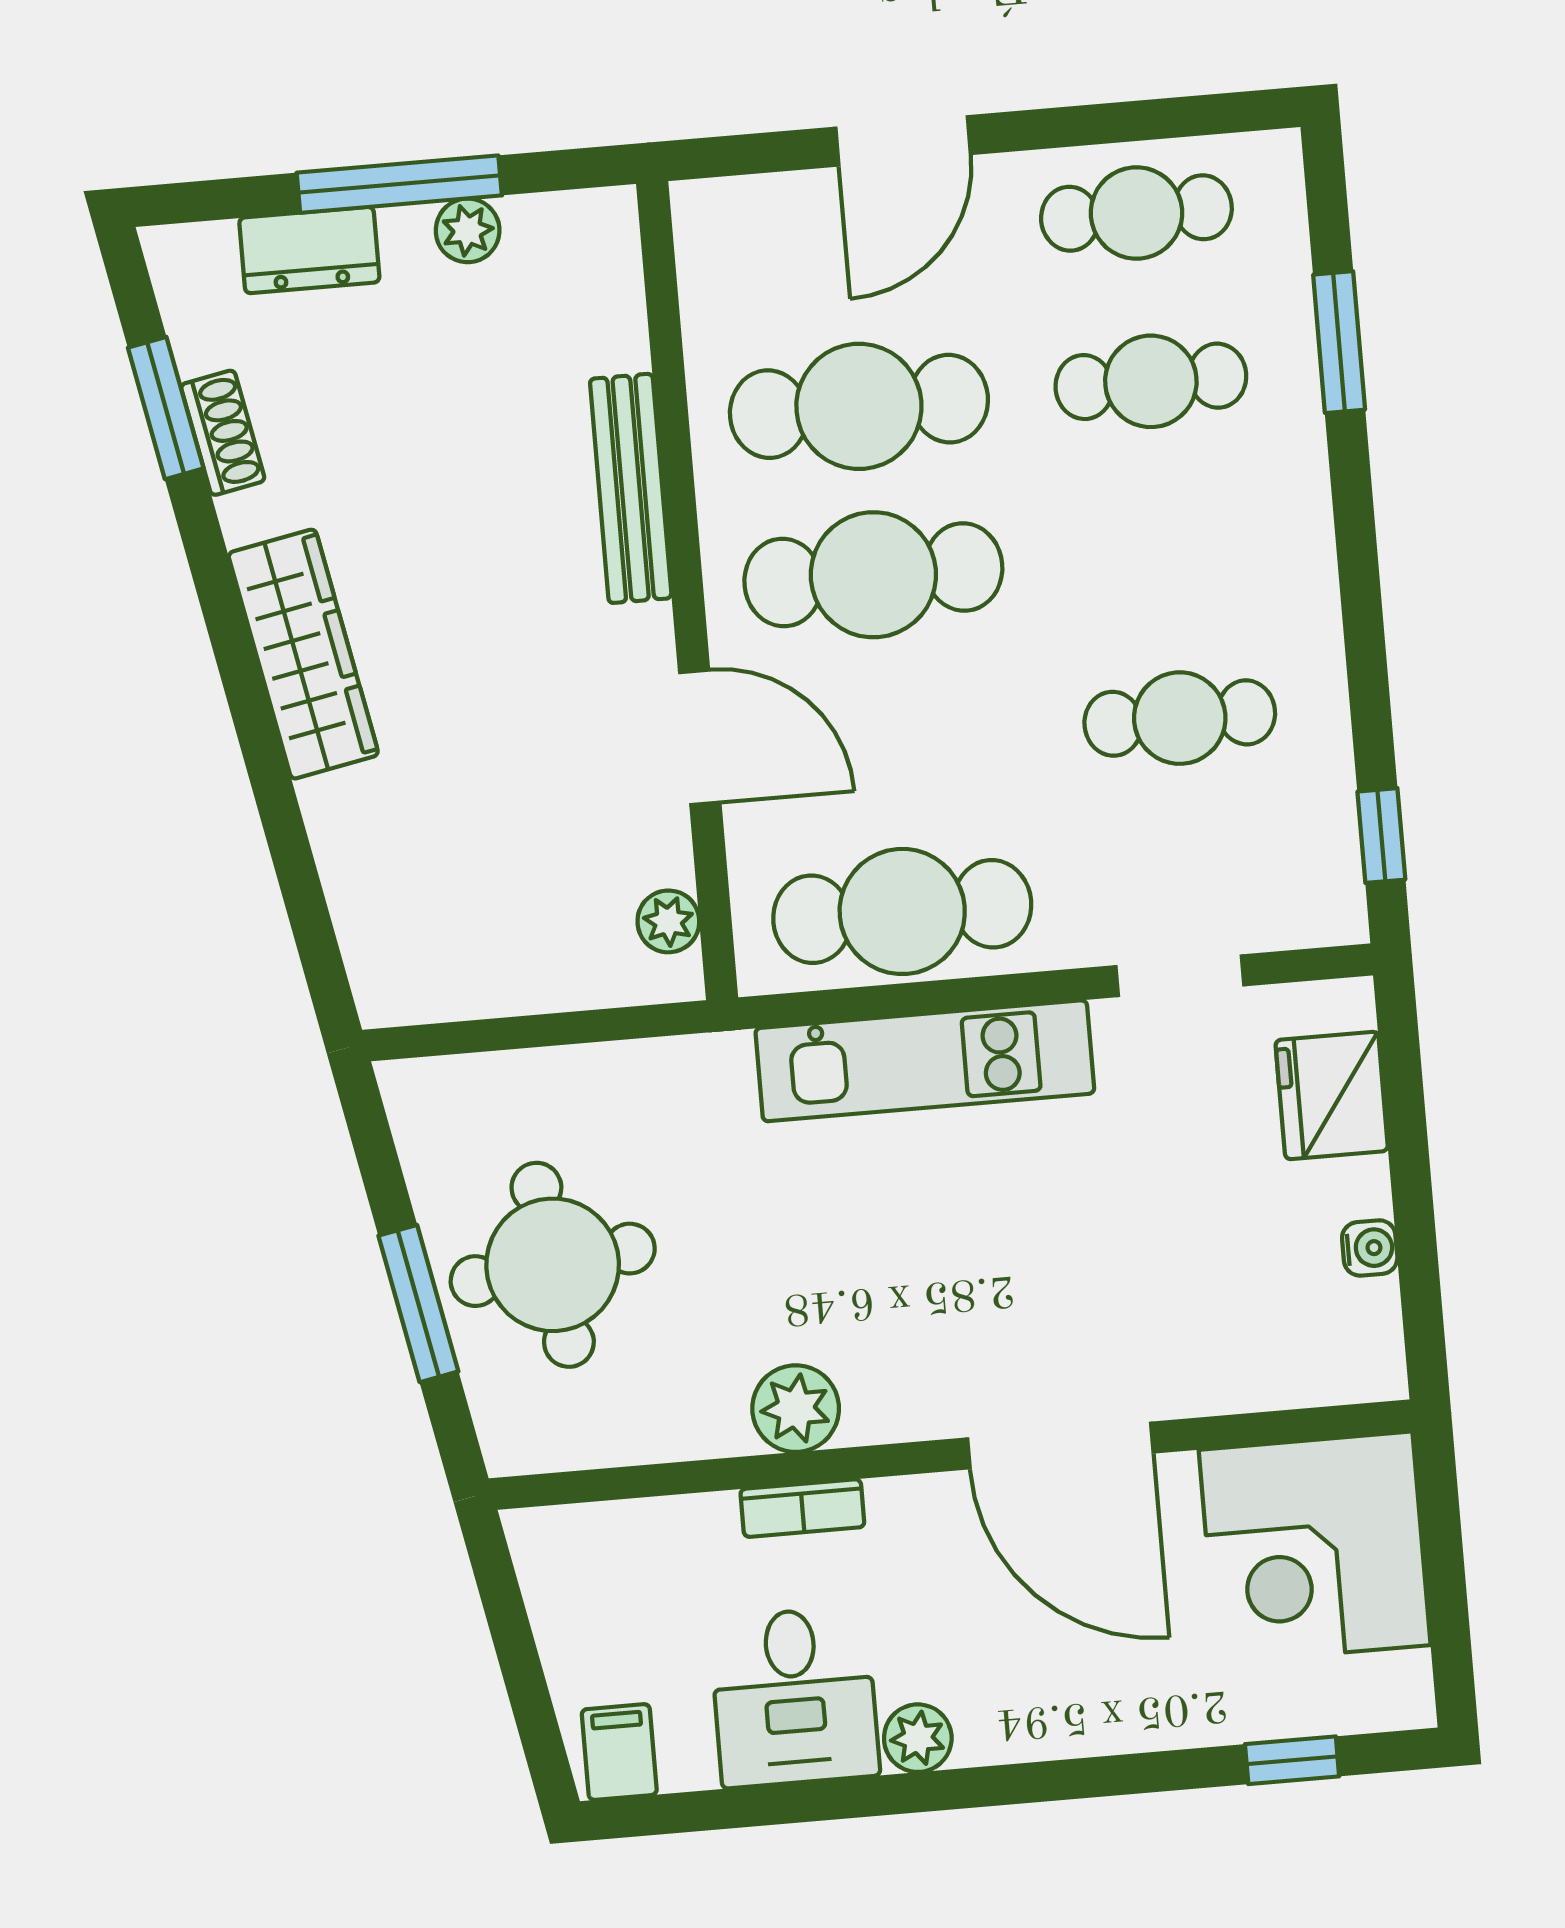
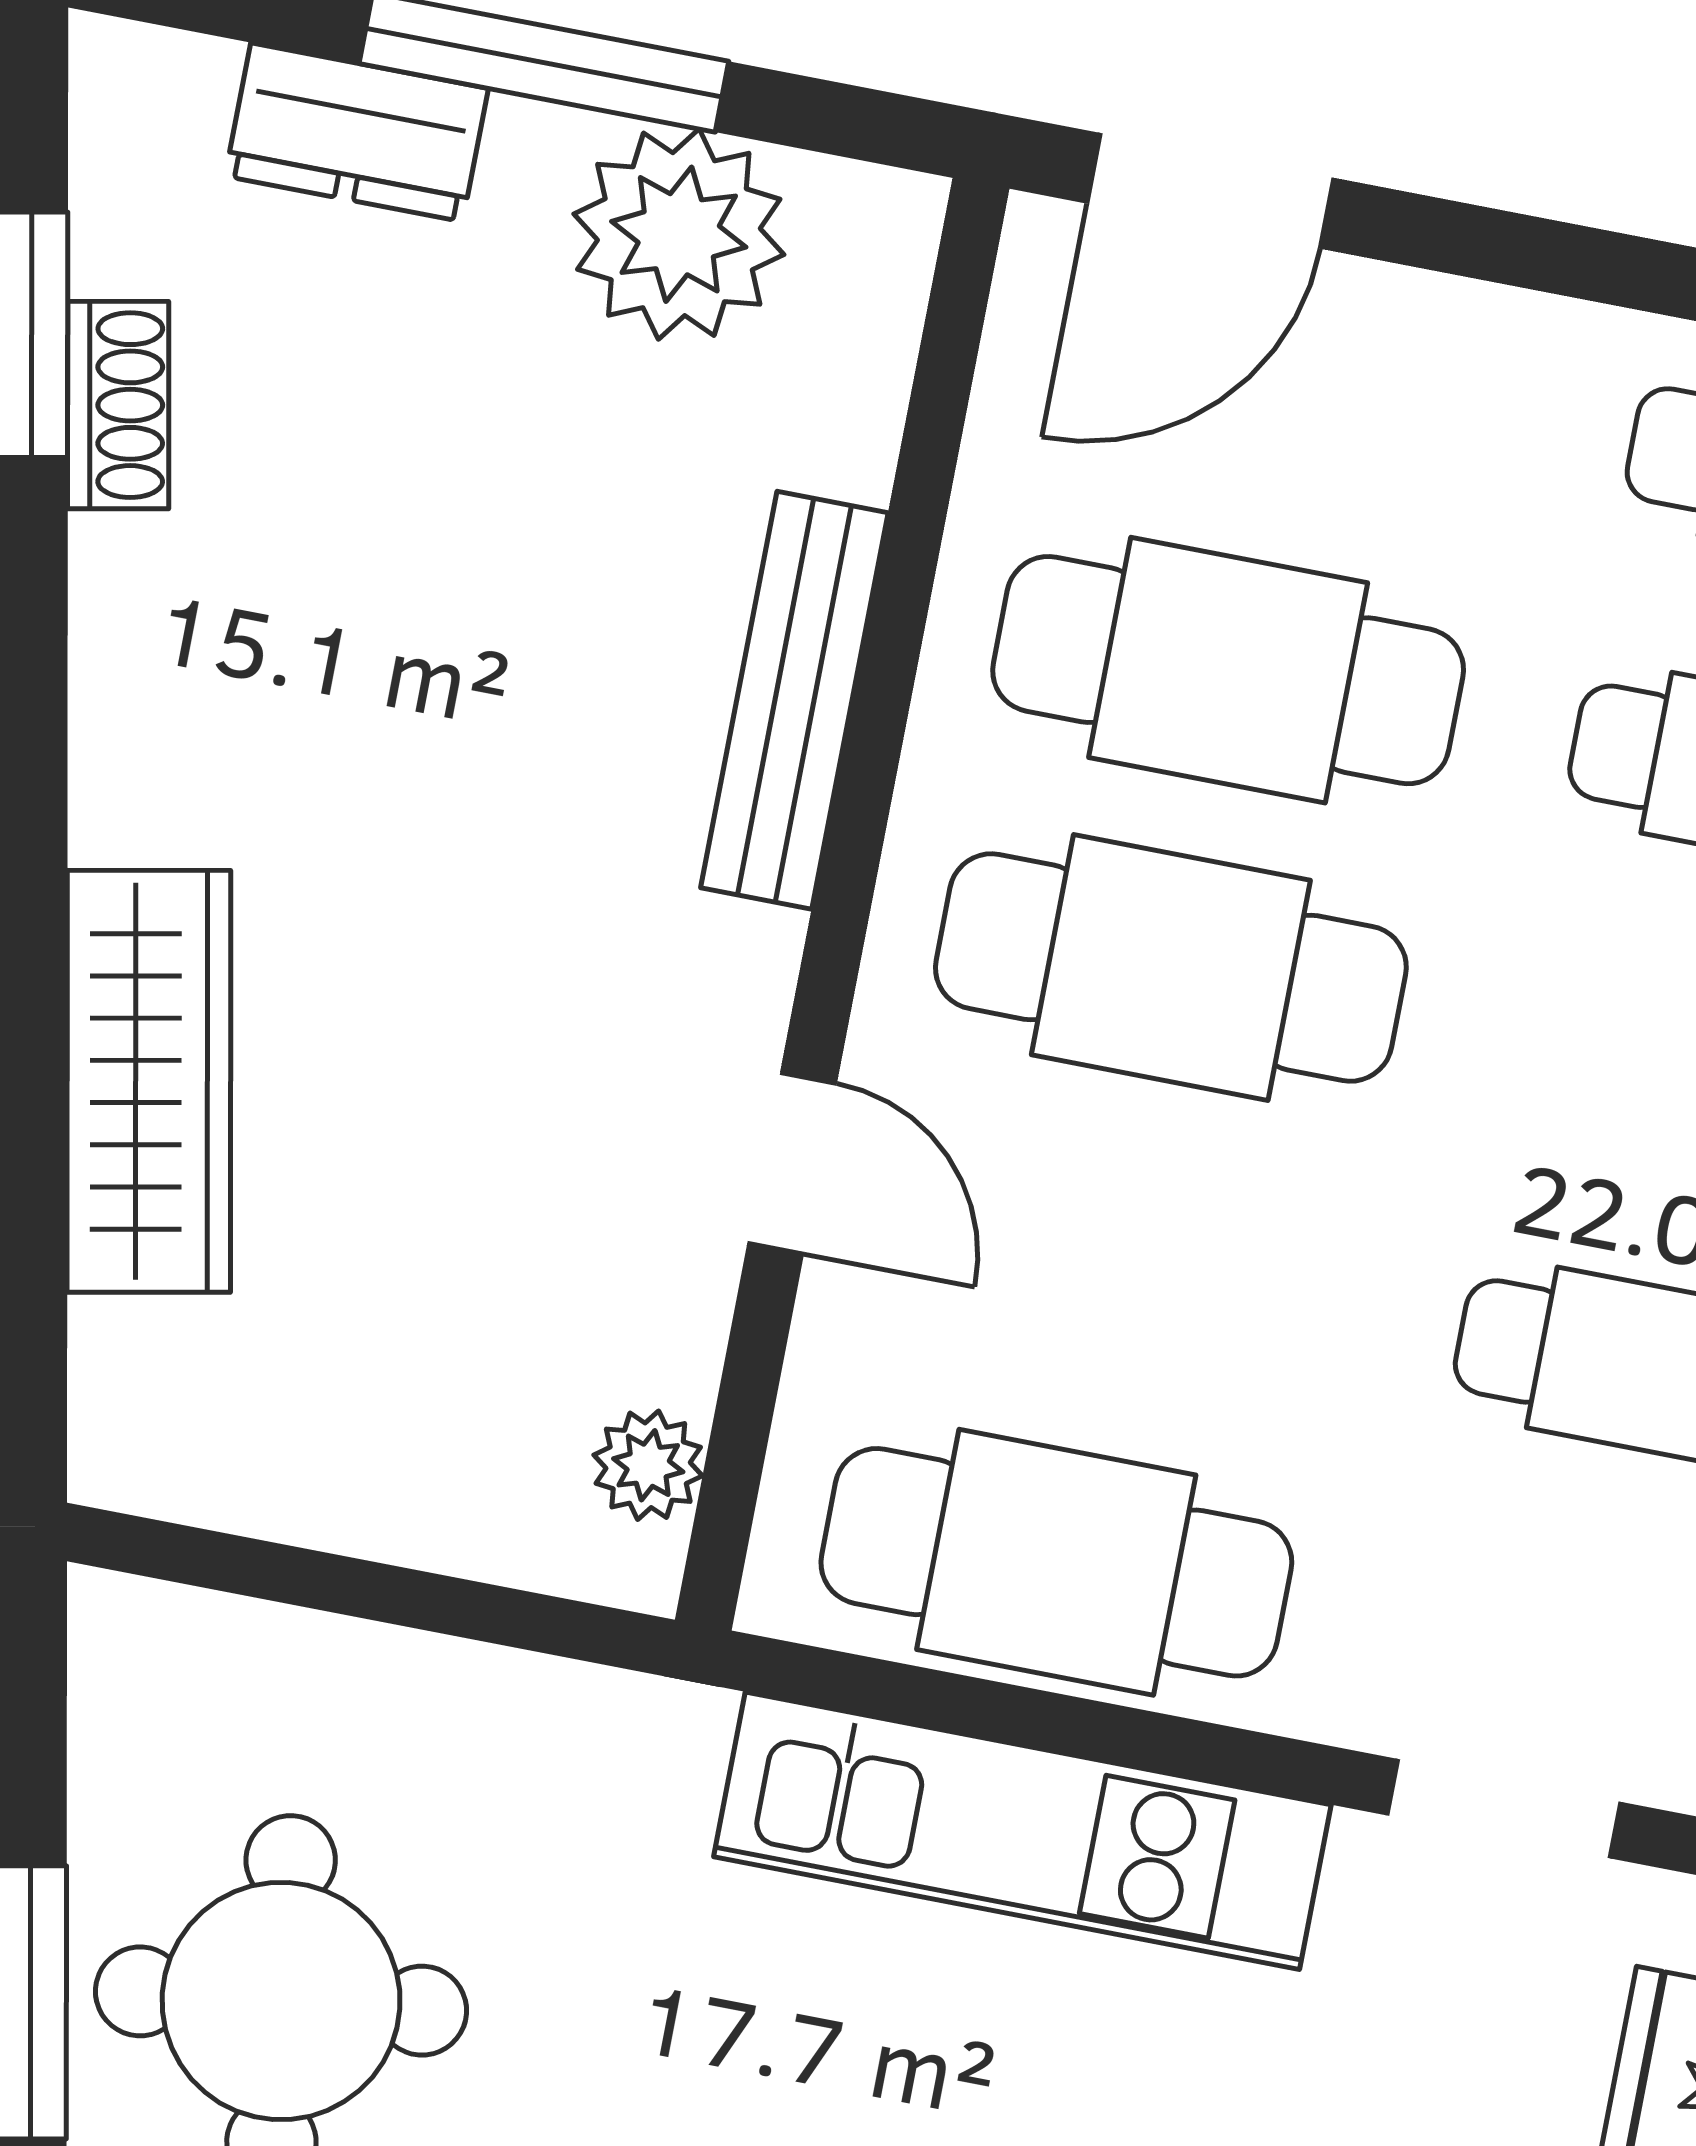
door: (903, 141) -> (1210, 191), moved
plant: (468, 230) -> (679, 234), width x1.88, depth x1.88
wardrobe: (303, 654) -> (149, 1081), moved
door: (700, 737) -> (792, 1163), width x0.73

